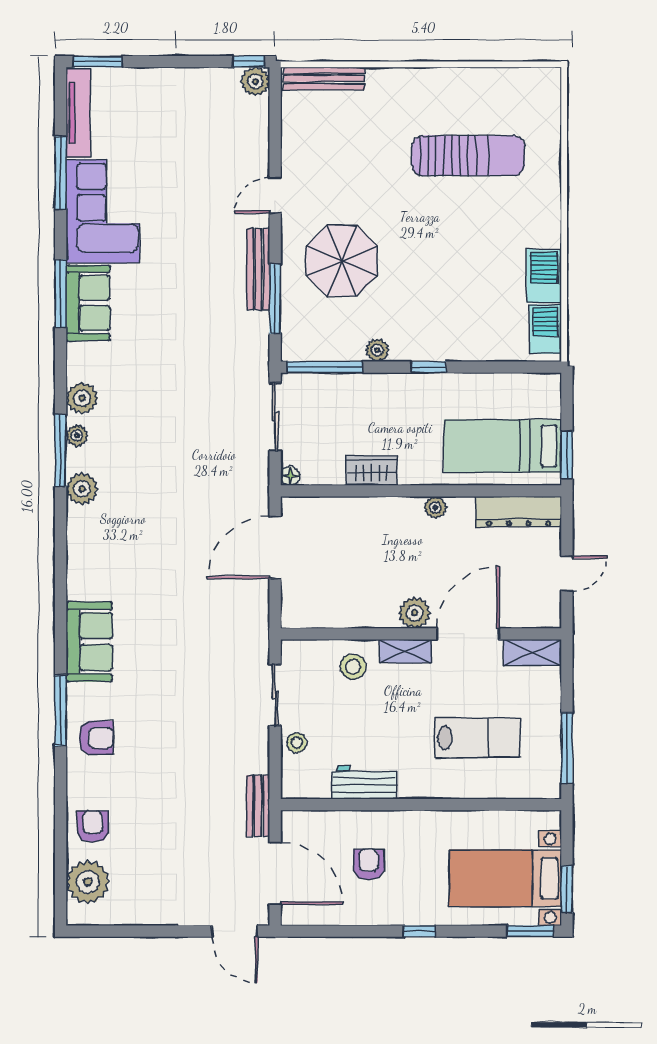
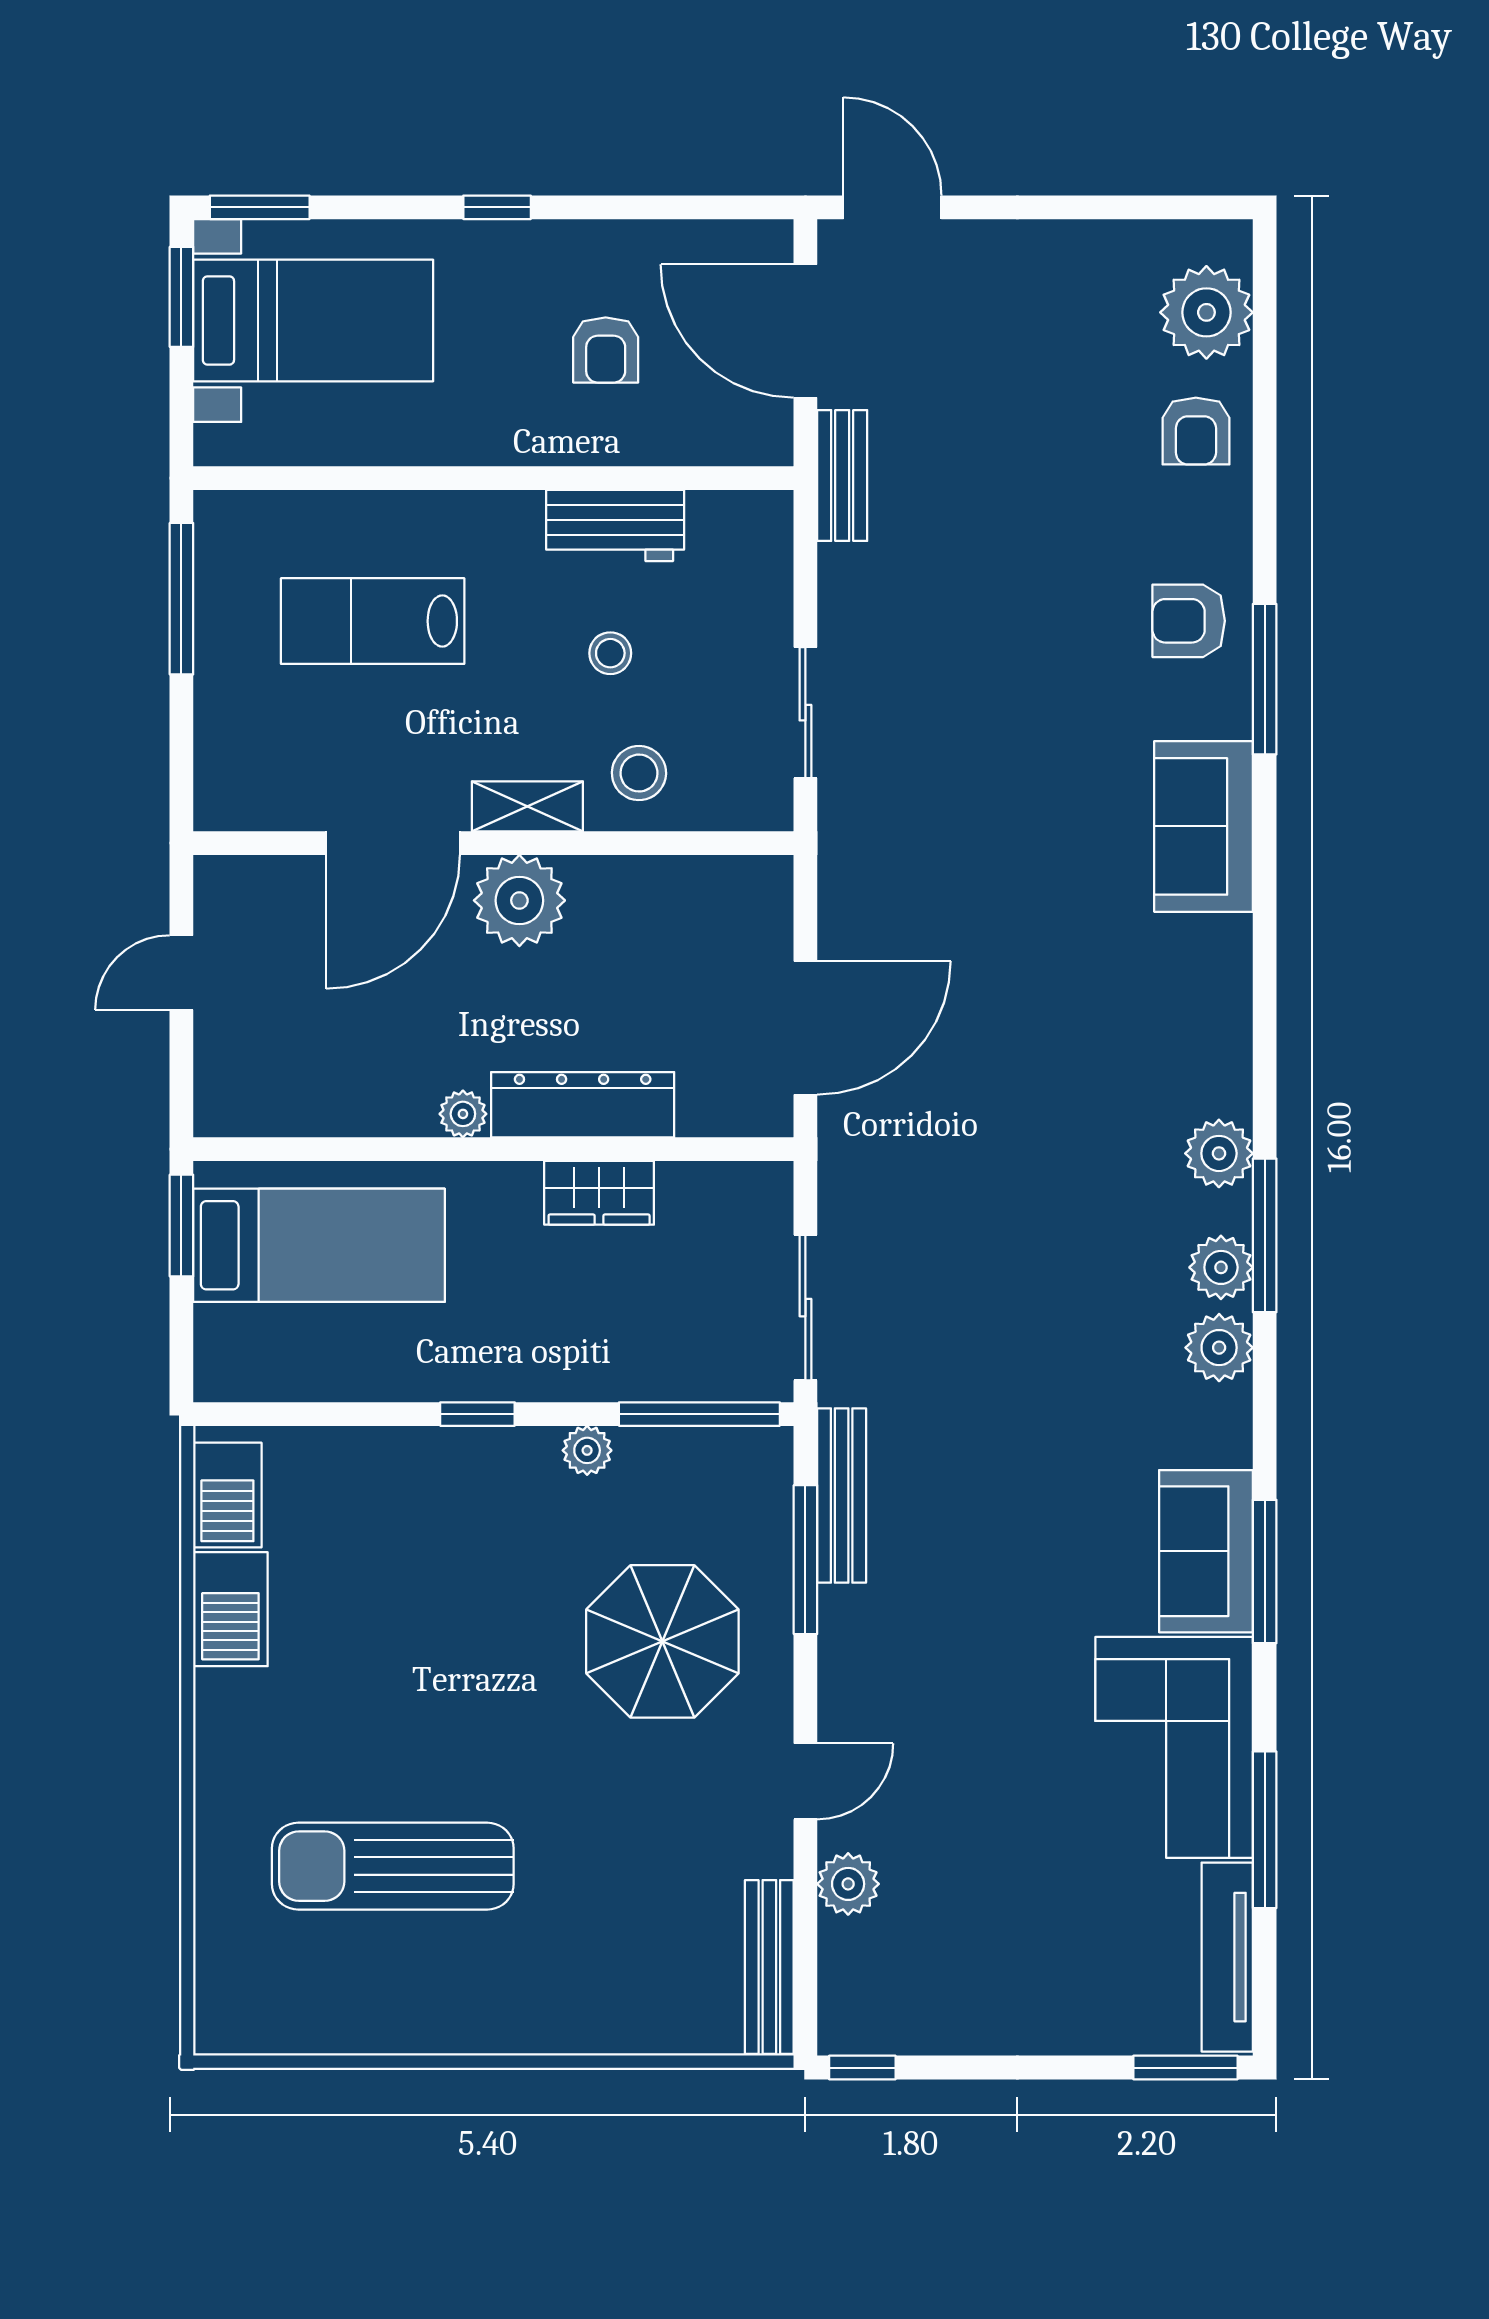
bench: (324, 78) -> (769, 1967), moved, turned 90
plant: (255, 81) -> (848, 1884), moved
bench: (258, 269) -> (842, 1495), moved
plant: (77, 436) -> (1221, 1267), width x1.38, depth x1.38
floor lamp: (290, 476) -> (773, 1181), removed
dresser: (519, 512) -> (583, 1105), moved
plant: (415, 613) -> (519, 900), width x1.36, depth x1.36
shelving: (532, 652) -> (255, 803), removed
stool: (297, 743) -> (610, 653), moved

